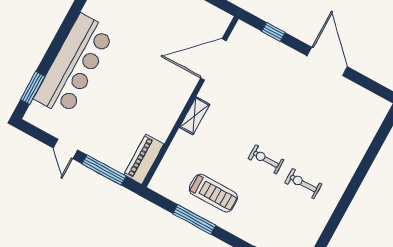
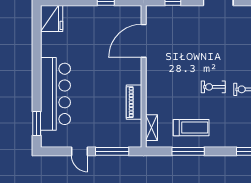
shelving: (194, 116) -> (151, 128), moved
piano: (144, 159) -> (134, 102), moved

